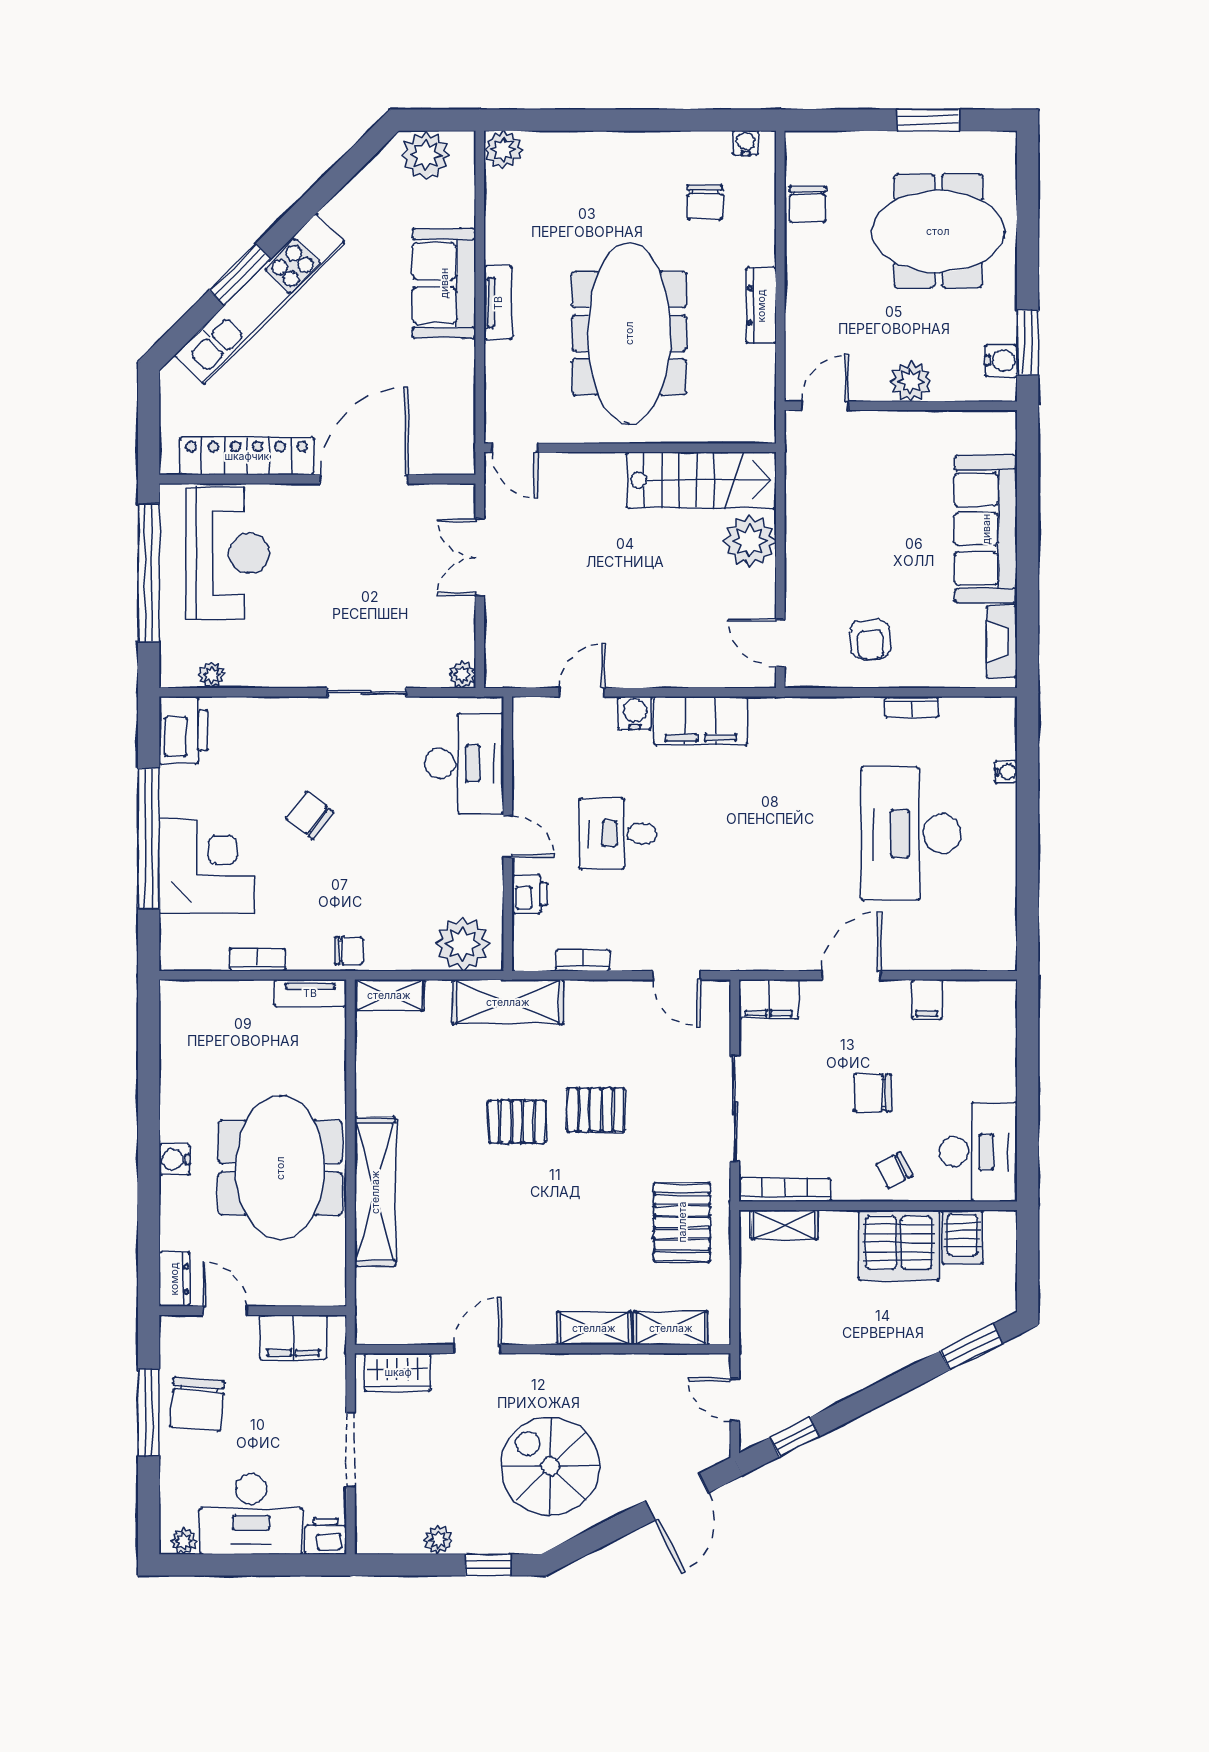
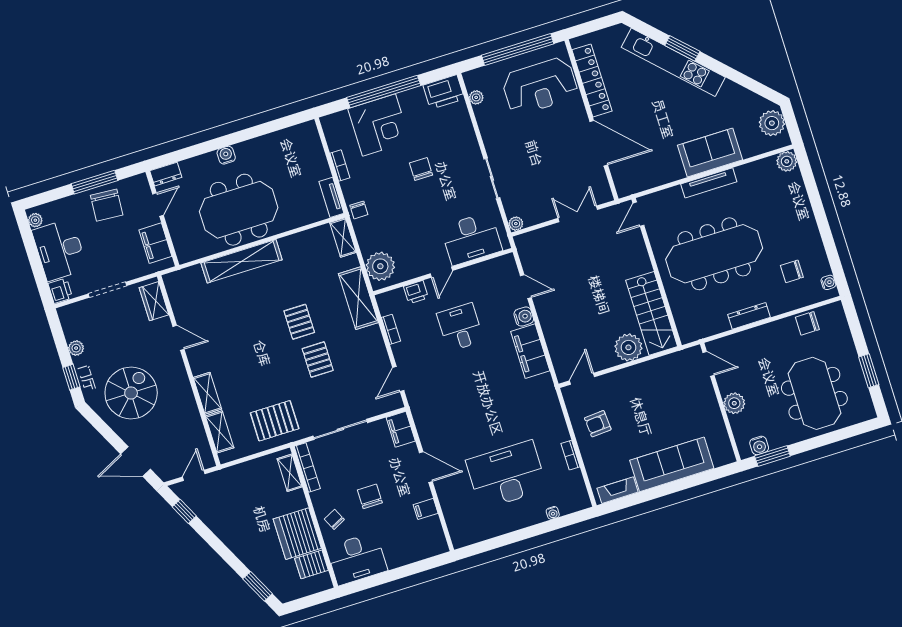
tv unit: (498, 303) -> (709, 183), width x1.41
chair: (310, 815) -> (421, 169), turned -38
chair: (197, 1404) -> (107, 205), turned -91

